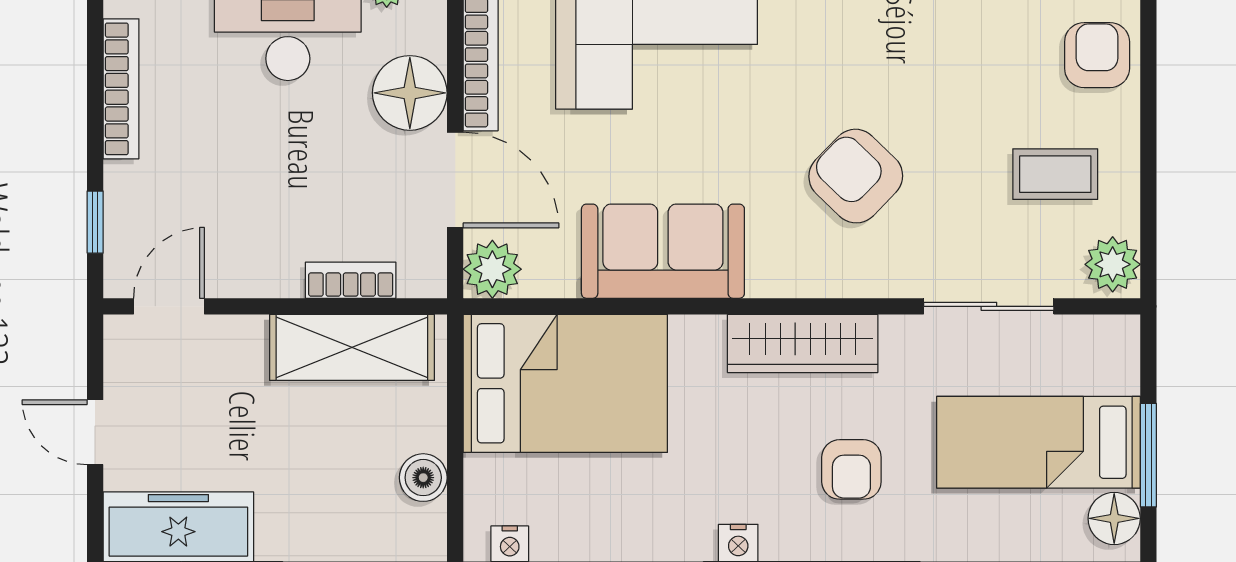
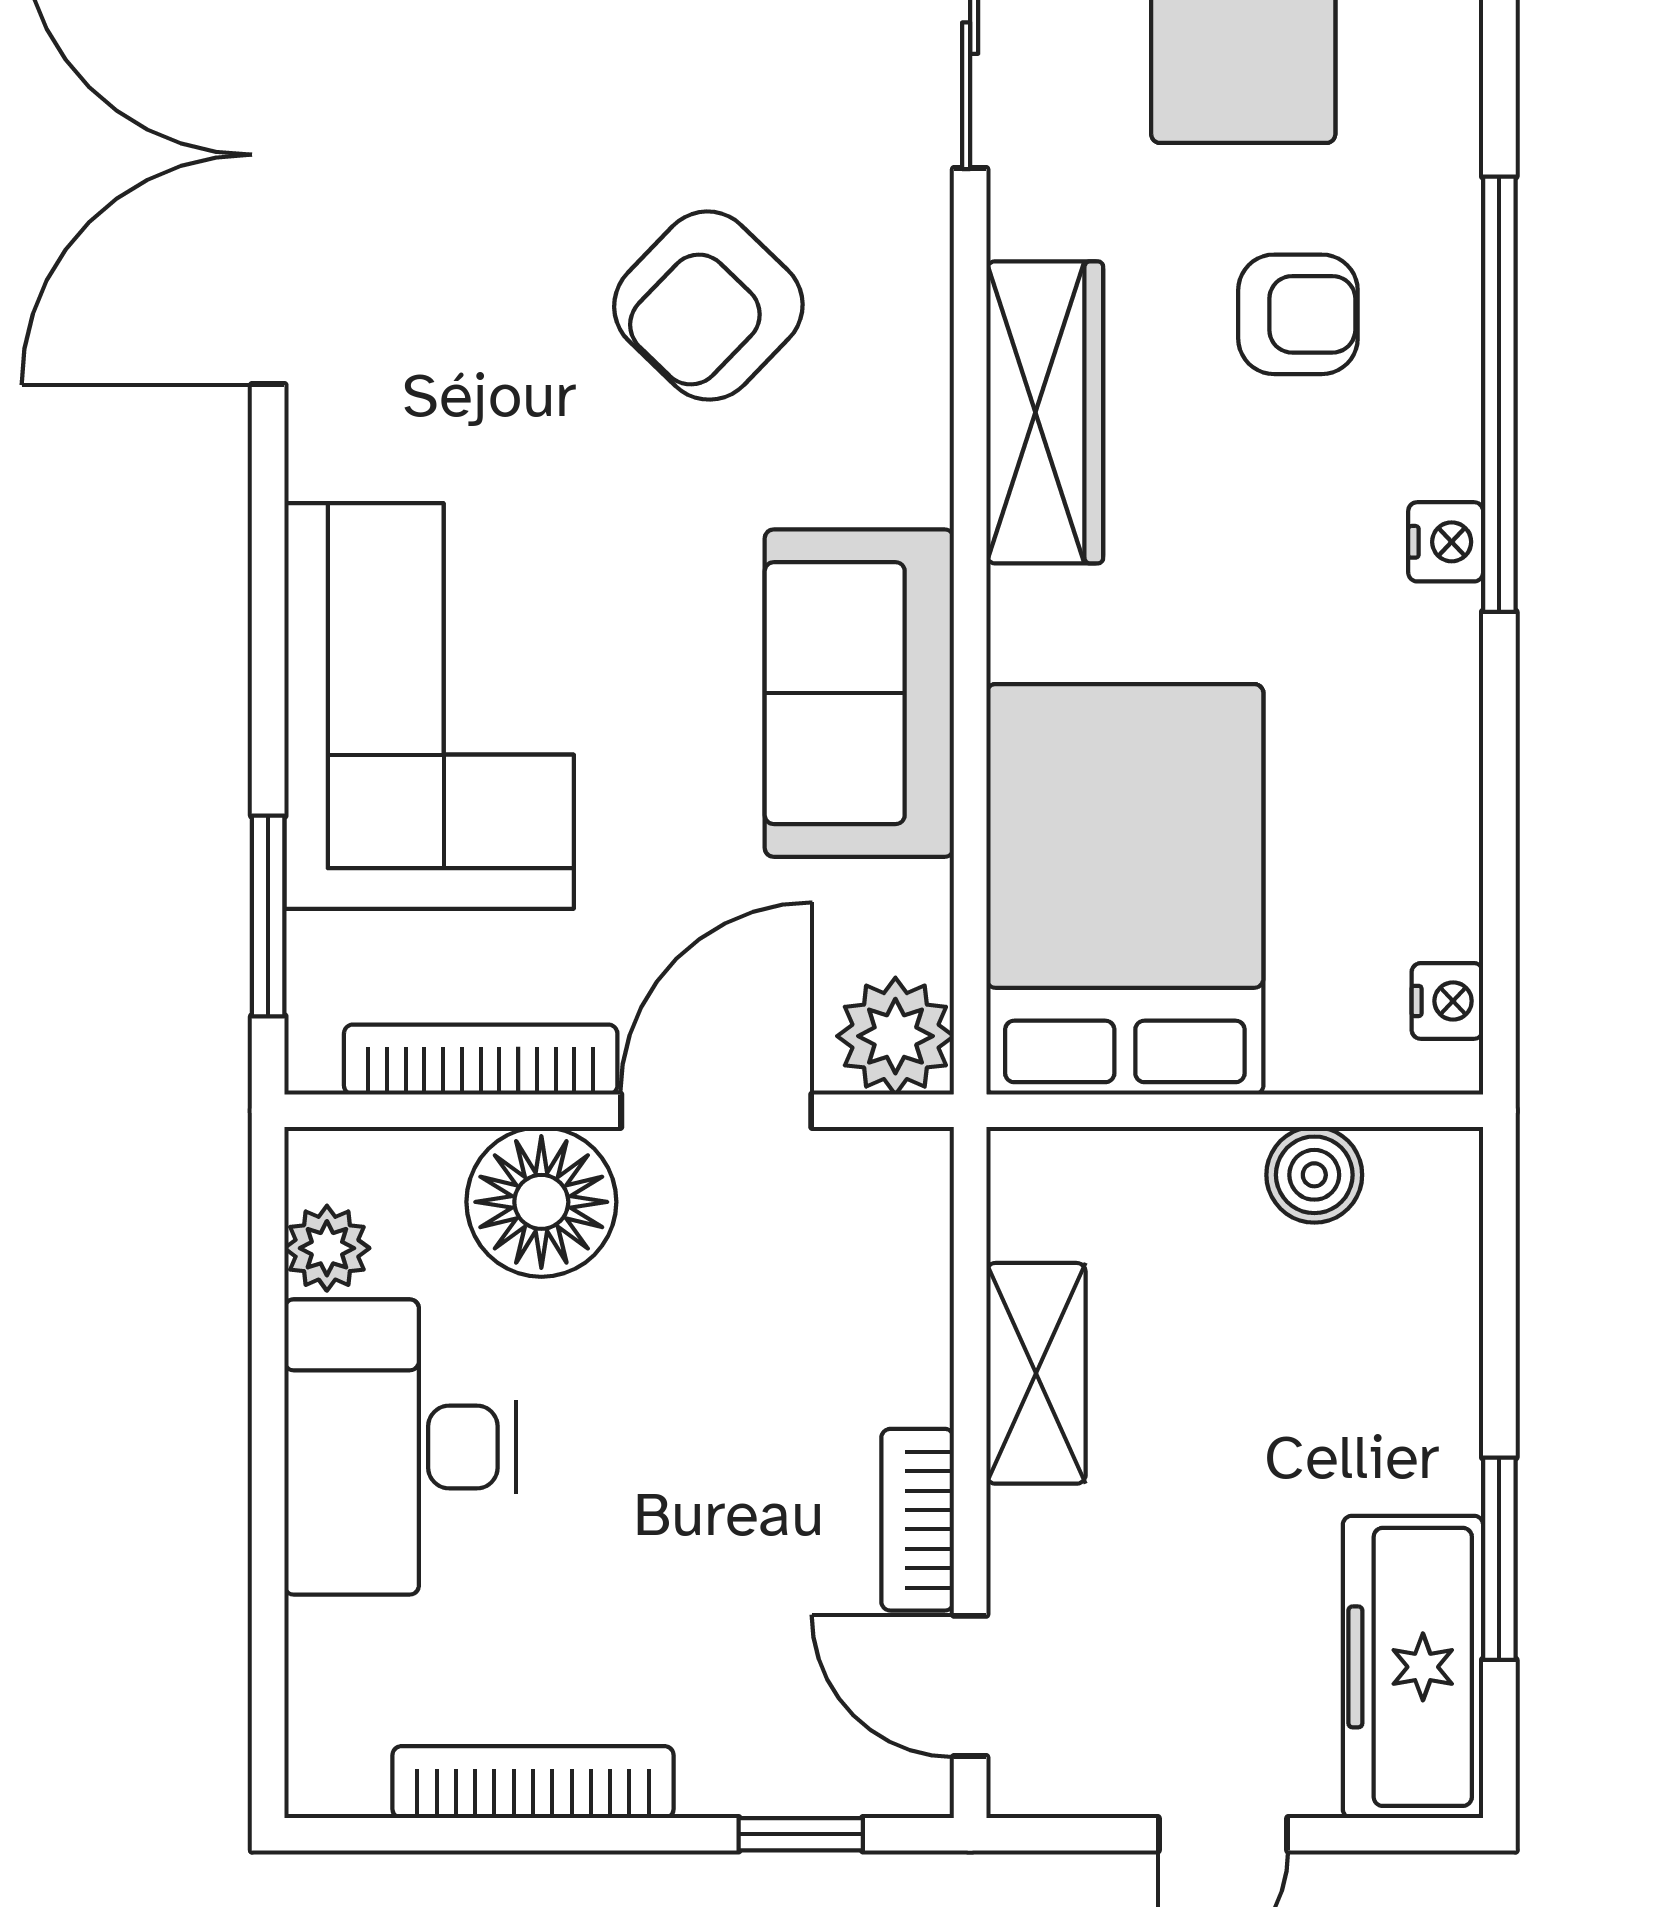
bookcase: (351, 280) -> (918, 1520), moved
shelving: (352, 347) -> (1036, 1373), width x0.67, depth x0.75

